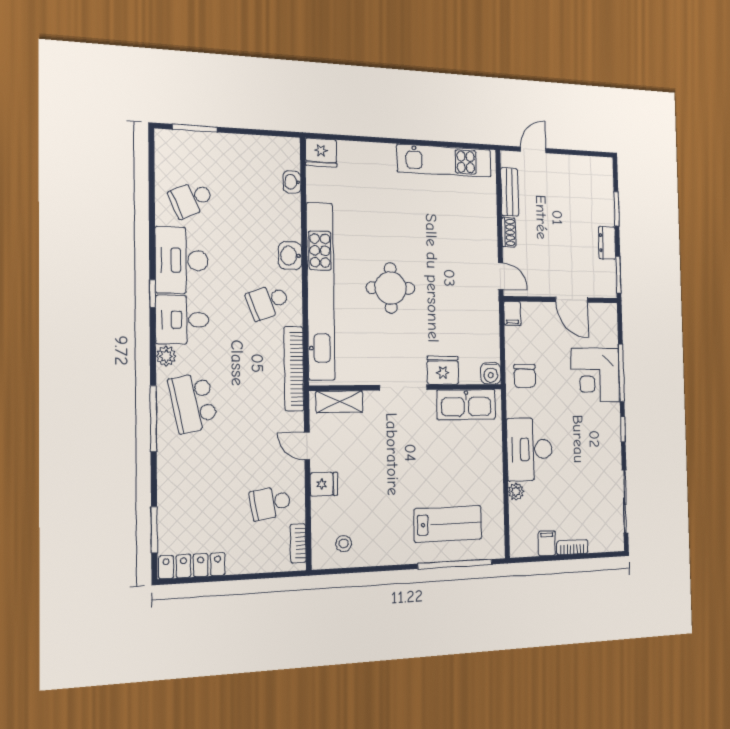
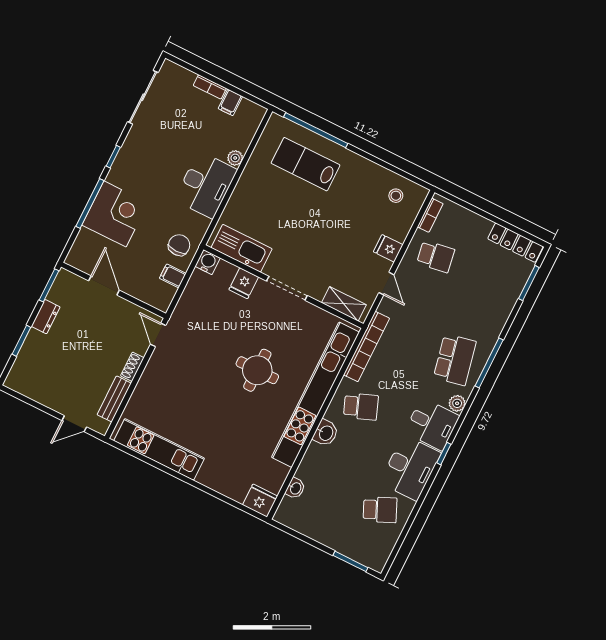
filing cabinet: (512, 313) -> (173, 276), moved, turned -90
fridge: (443, 370) -> (244, 283), width x0.72

